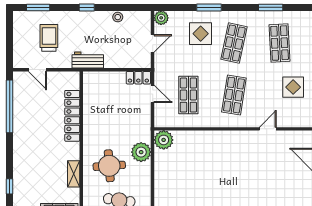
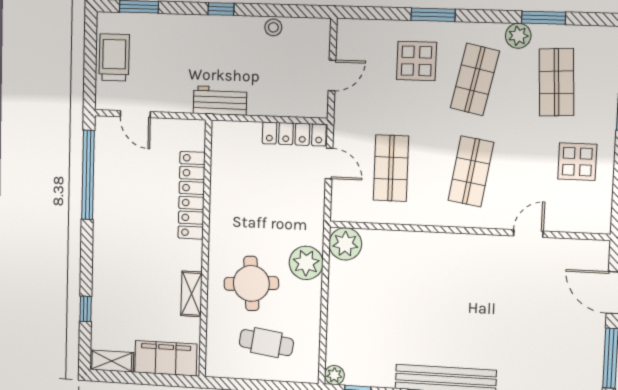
plant: (161, 18) -> (518, 36), moved
trolley: (49, 38) -> (114, 57), moved
locker: (138, 78) -> (294, 134), width x1.53

